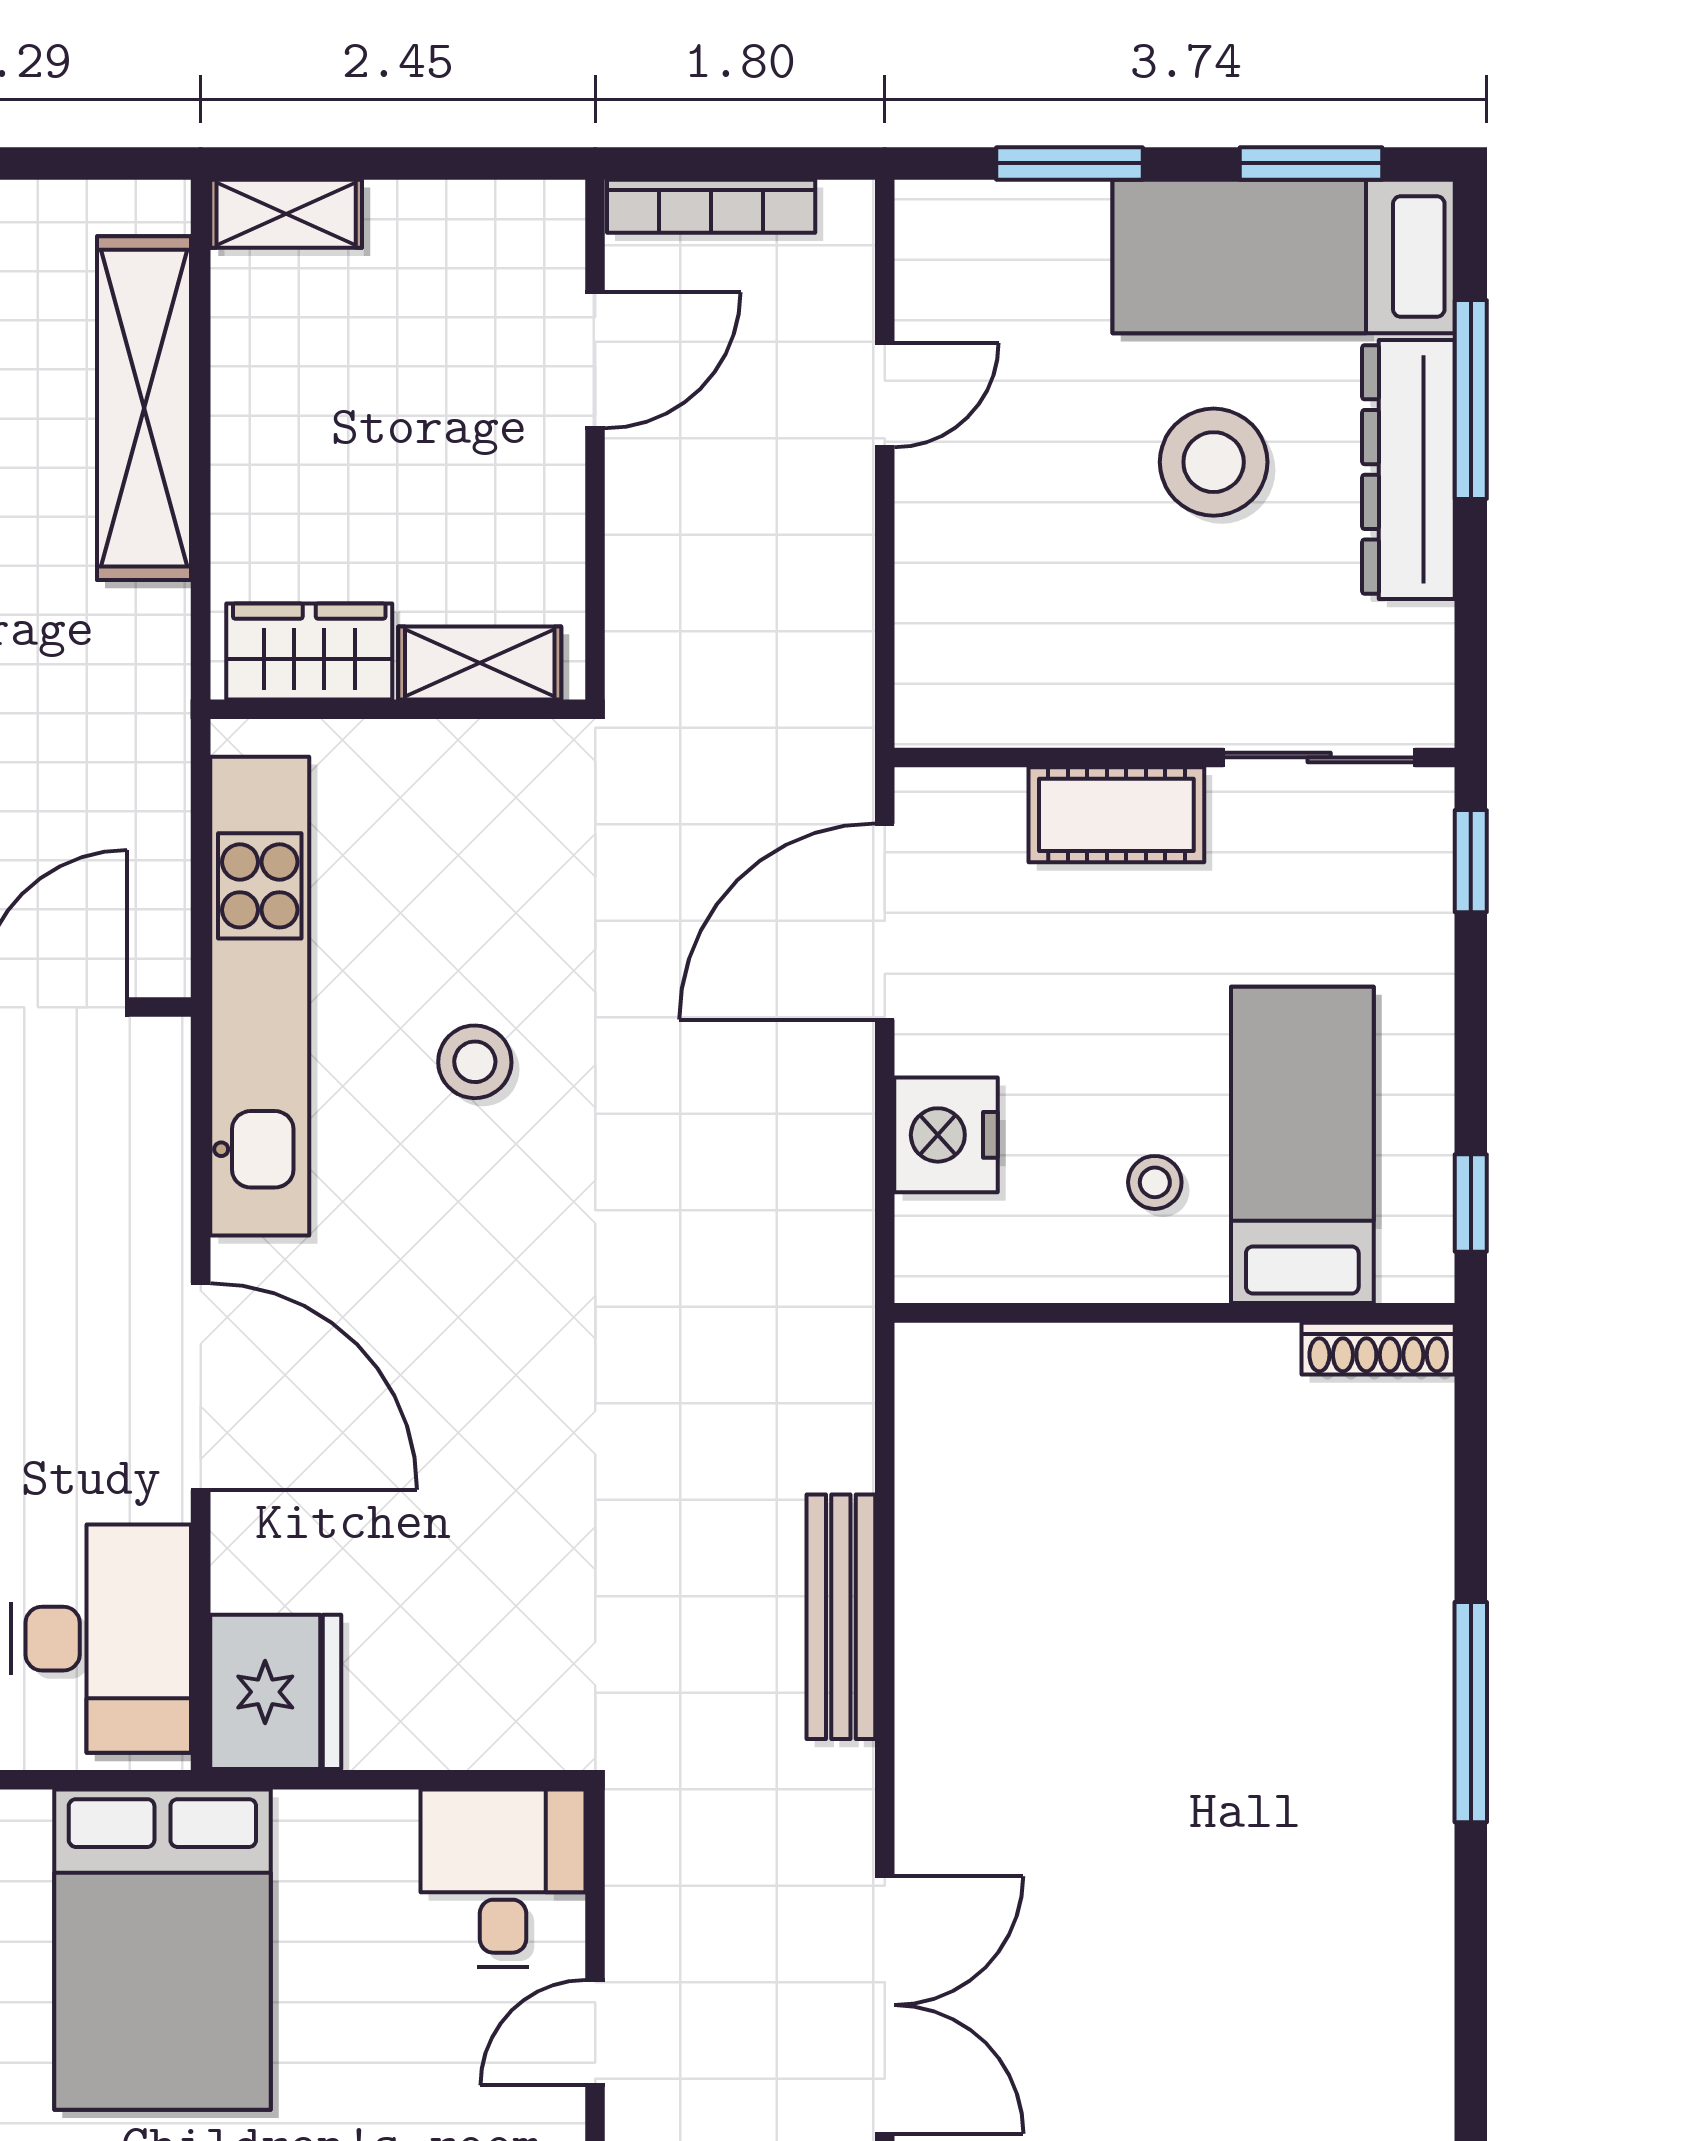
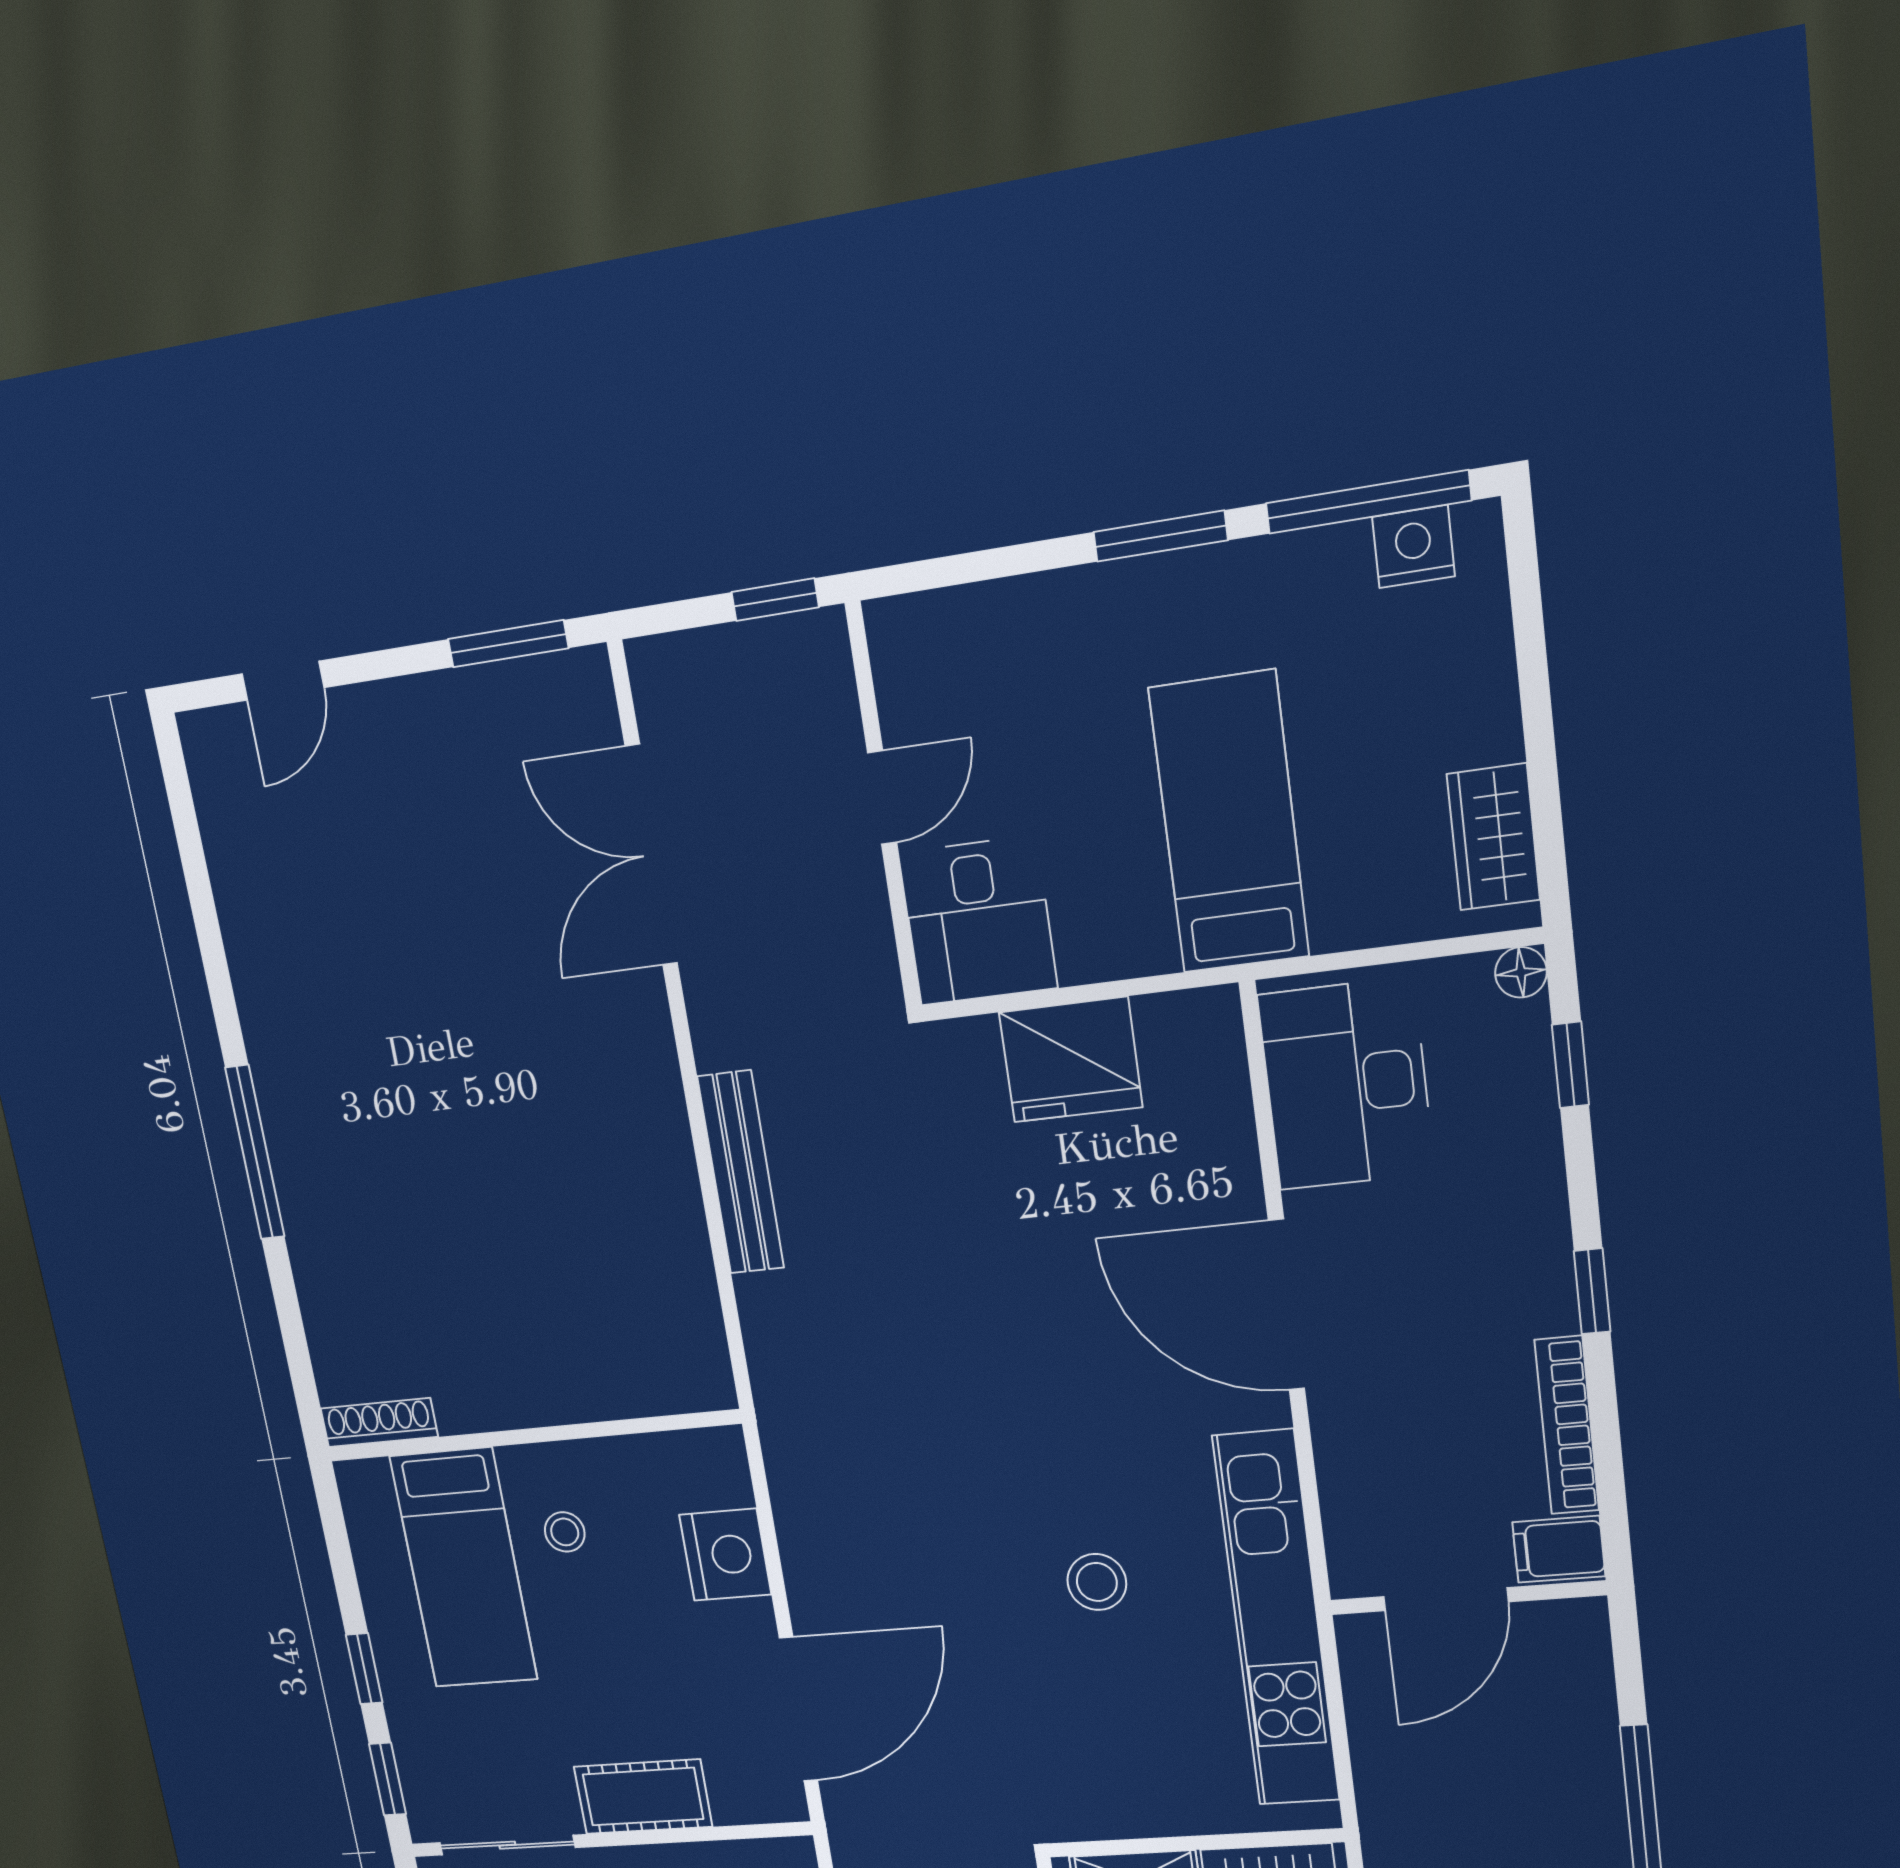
window: (1471, 1203) -> (364, 1669), moved
fridge: (276, 1692) -> (1071, 1060), moved, turned -90
bed: (162, 1950) -> (1229, 823), width x0.67

